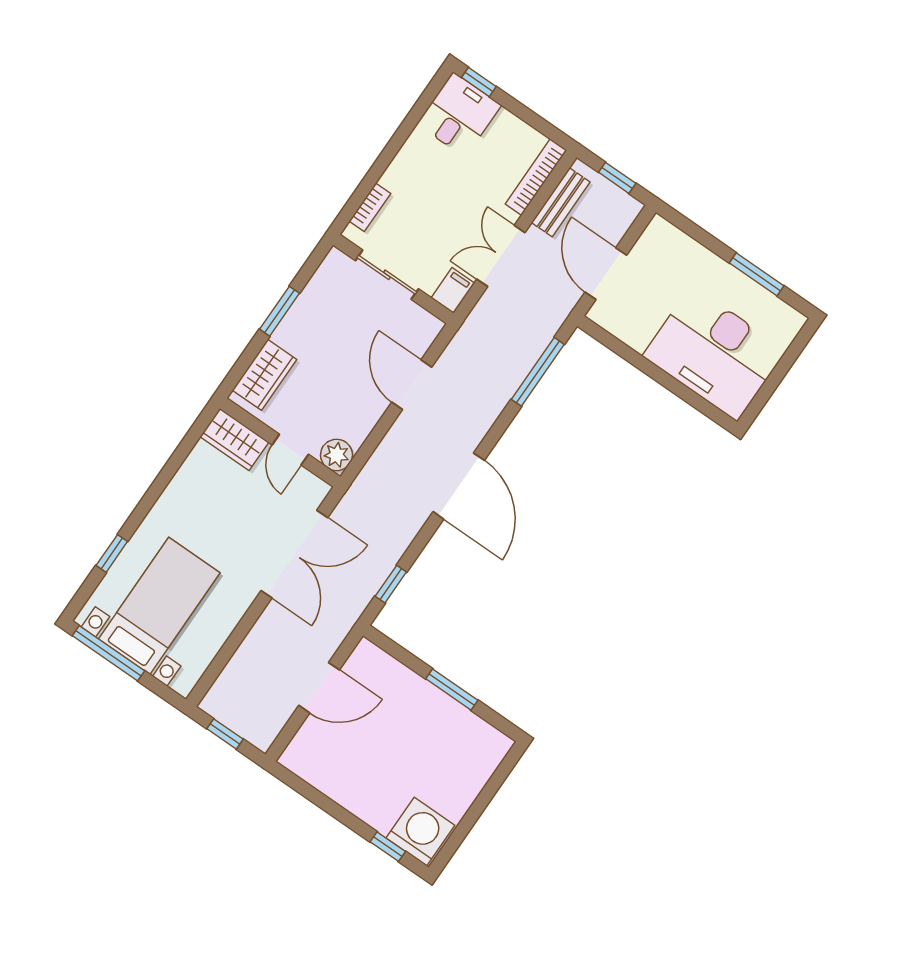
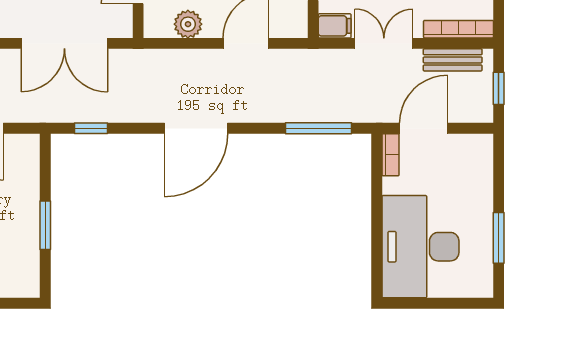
bookcase: (609, 322) -> (390, 155), added
plant: (336, 455) -> (188, 24), moved

